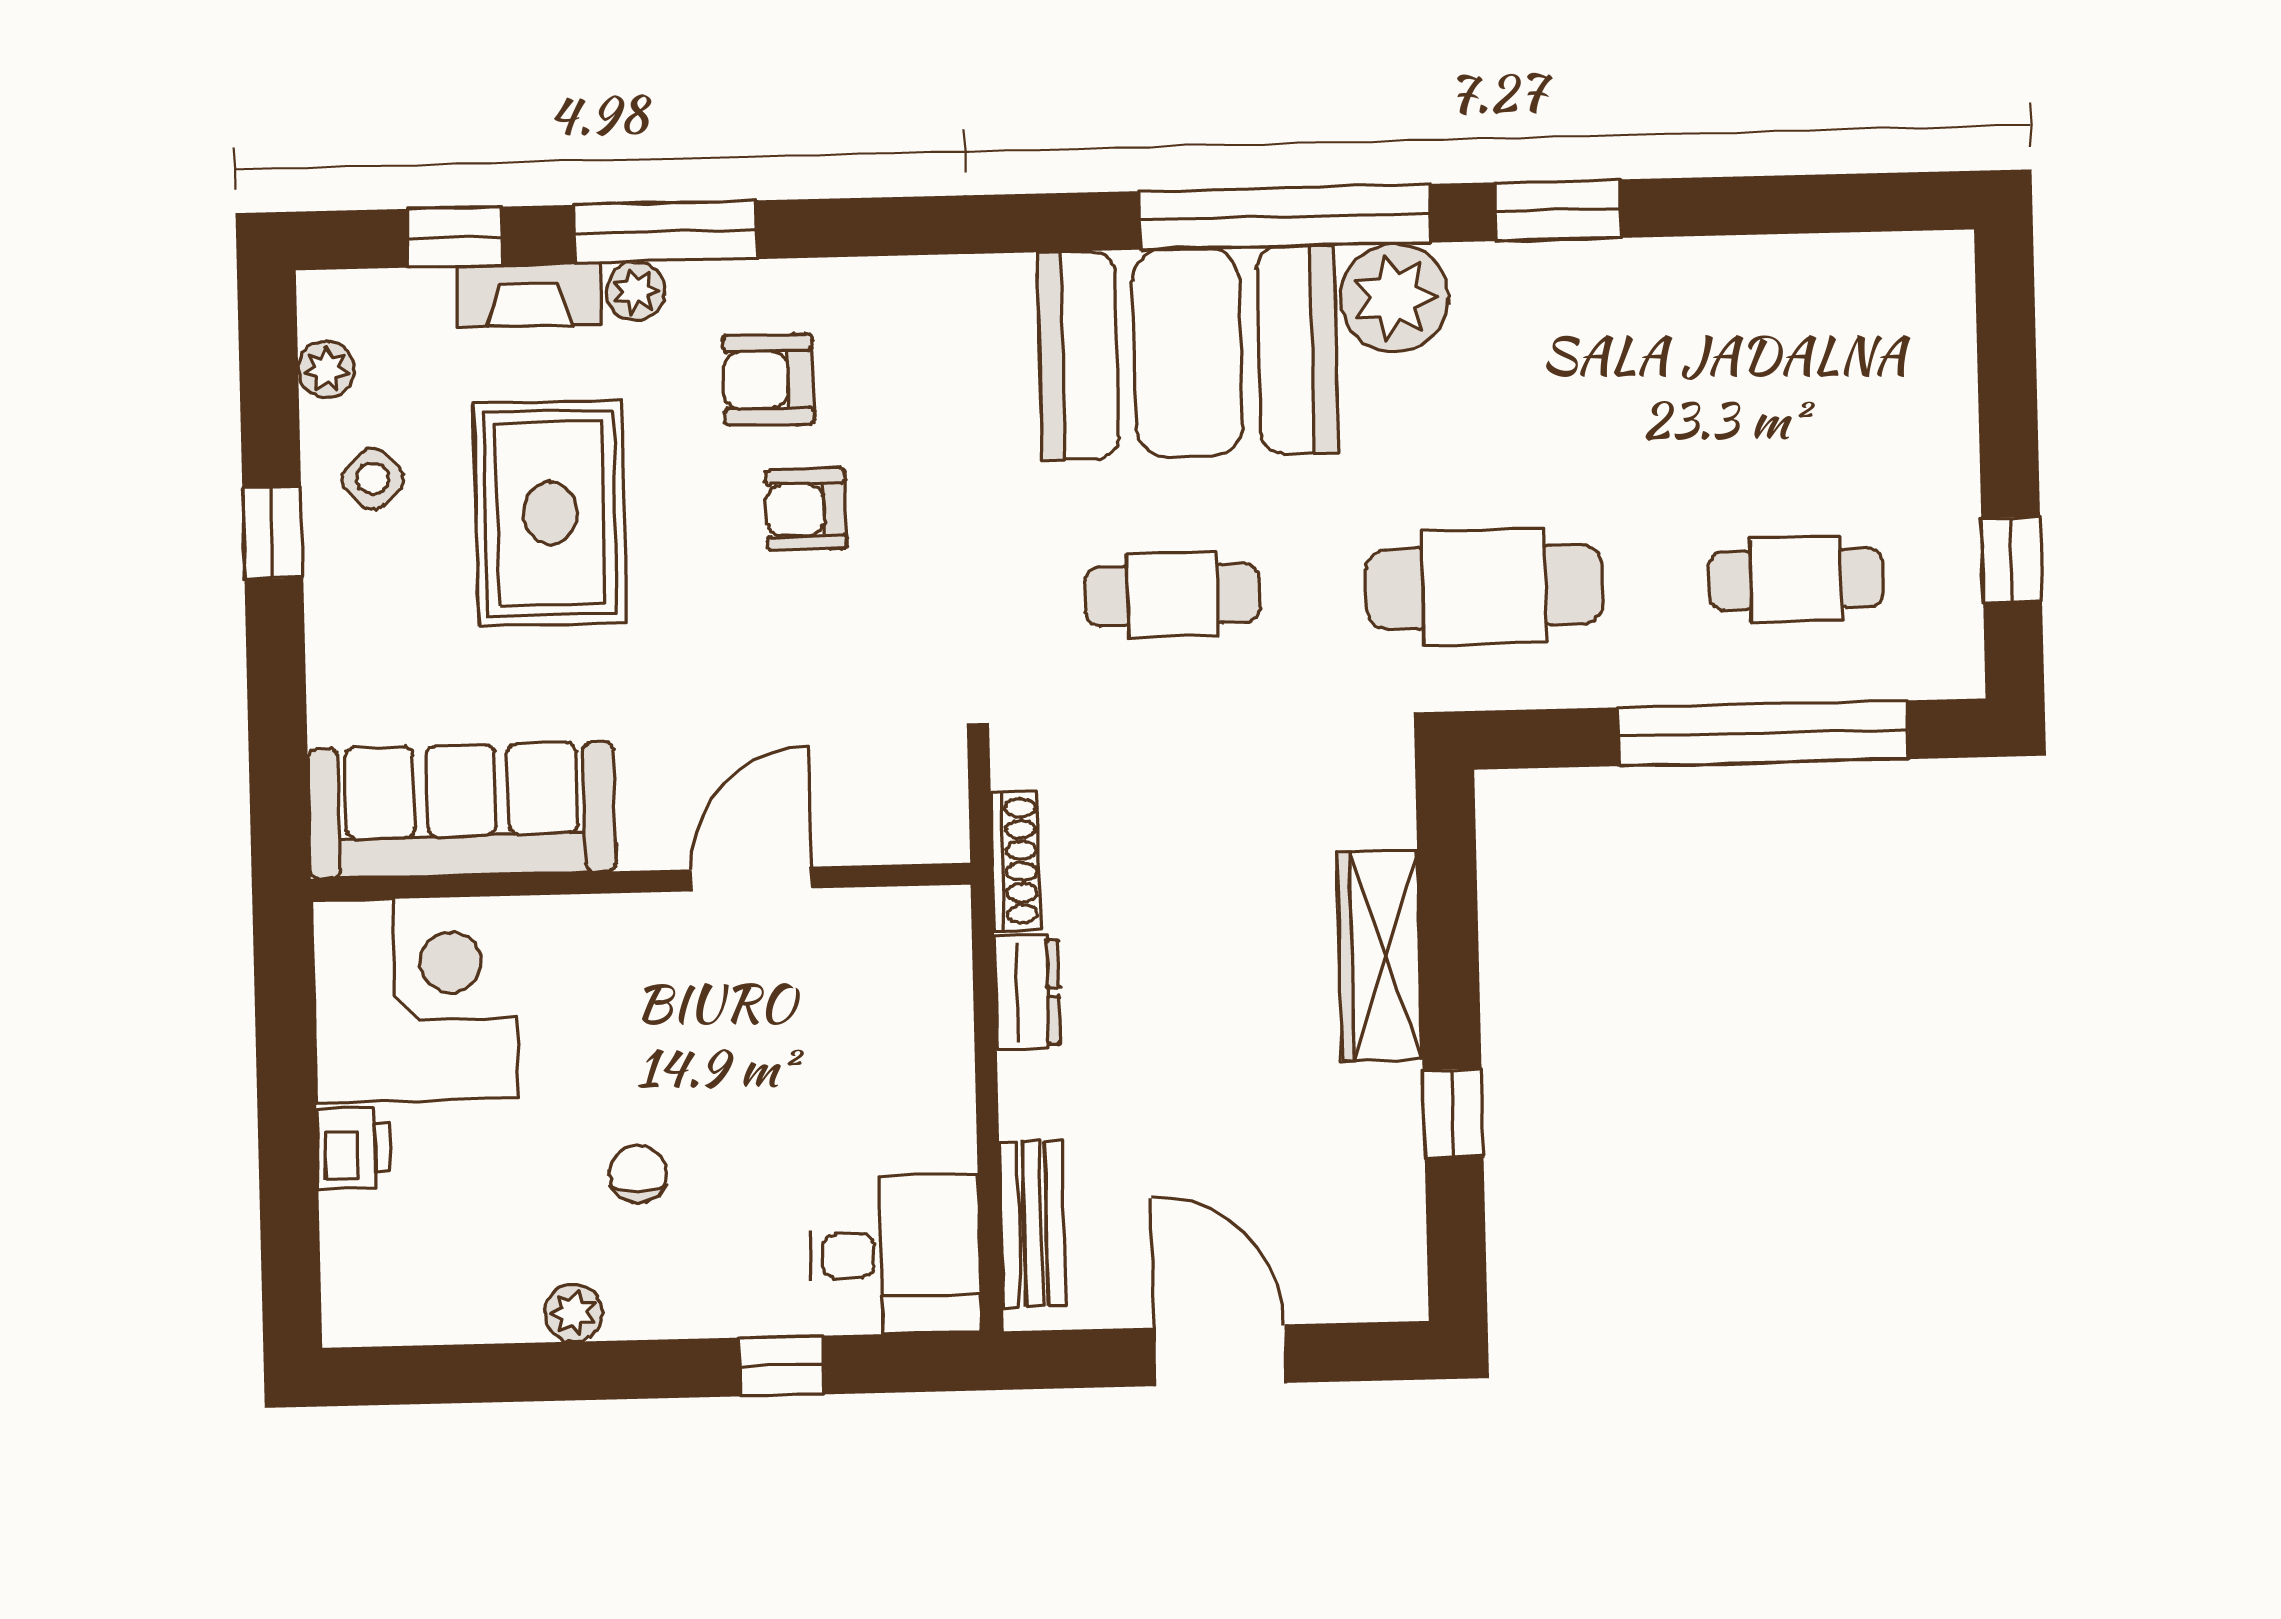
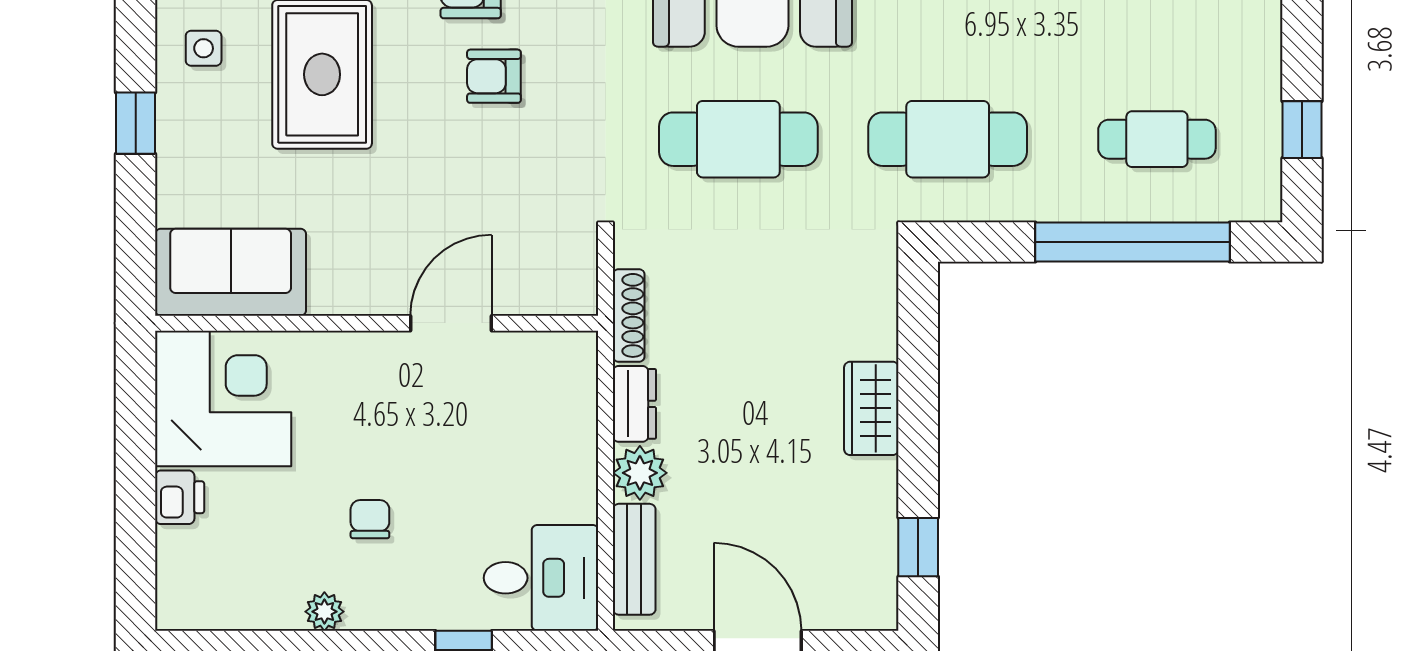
side table: (373, 479) -> (204, 48), turned 45
window: (273, 533) -> (136, 123), moved
cafe table: (1173, 594) -> (738, 139), width x1.37, depth x1.35
sofa: (462, 810) -> (231, 272), width x0.73
wardrobe: (1380, 956) -> (871, 408), width x0.67
plant: (1038, 1095) -> (640, 473), added
window: (1453, 1113) -> (918, 547), moved

